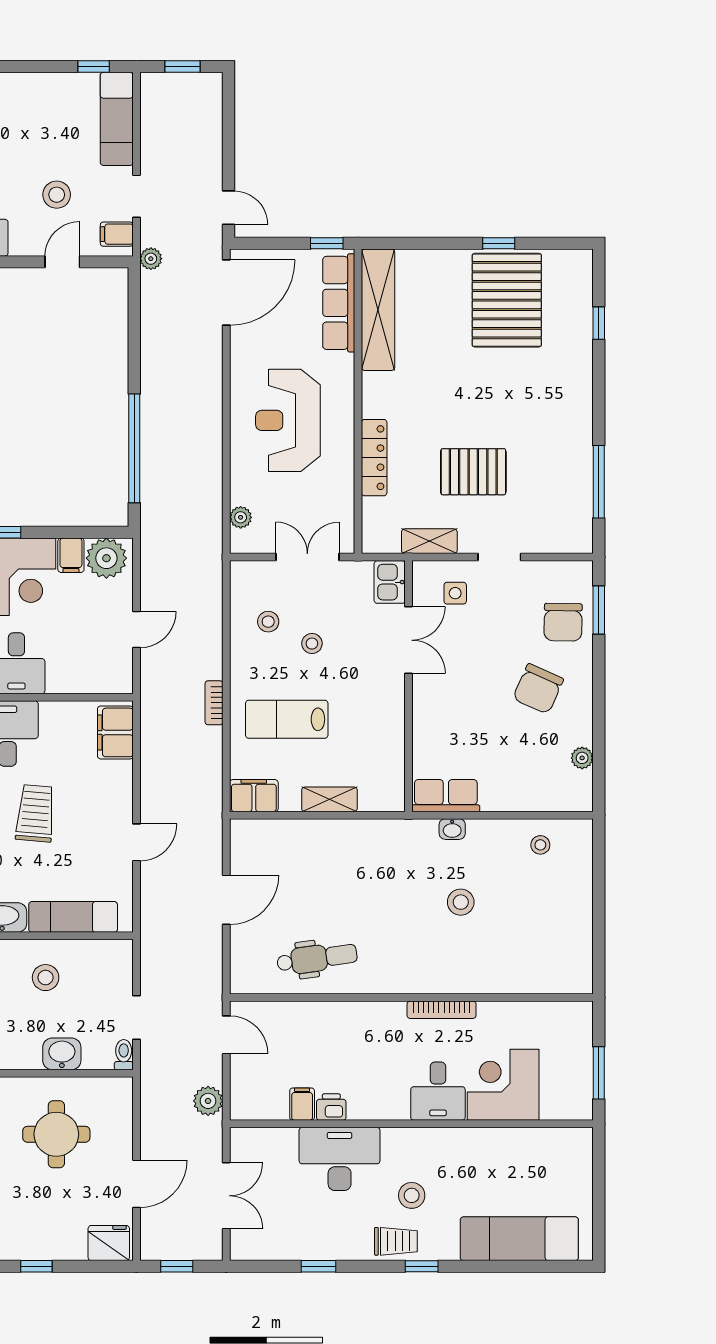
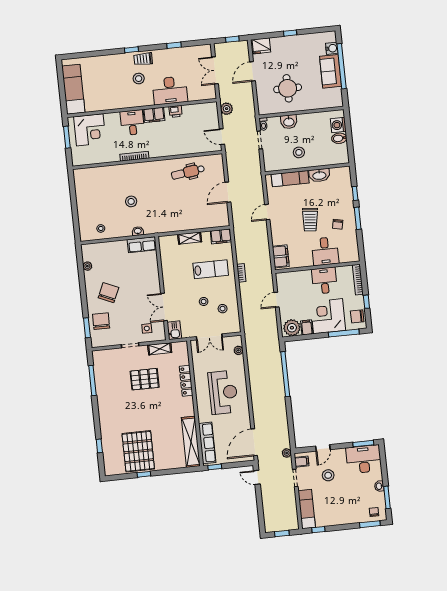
corner desk: (503, 1085) -> (90, 130), moved
filing cabinet: (302, 1104) -> (154, 115), moved, width x2.00
exam couch: (519, 1239) -> (73, 89), moved, turned -90

